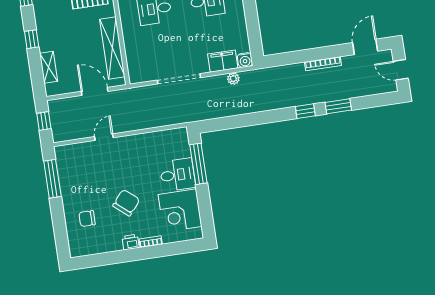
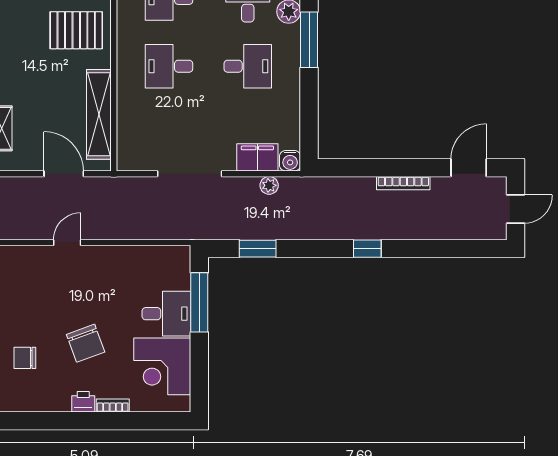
door: (401, 70) -> (516, 209), swing flipped
window: (338, 106) -> (258, 249), moved
chair: (126, 203) -> (86, 343), turned 120

